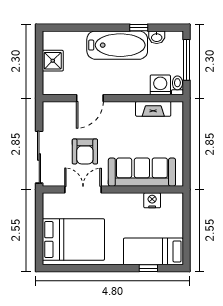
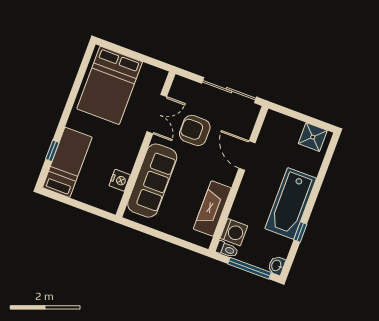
washbasin: (157, 37) -> (277, 266), moved
shower: (53, 61) -> (313, 137), moved
fireplace: (153, 109) -> (212, 208), width x1.37, depth x1.32
sliding door: (39, 157) -> (229, 90), moved

